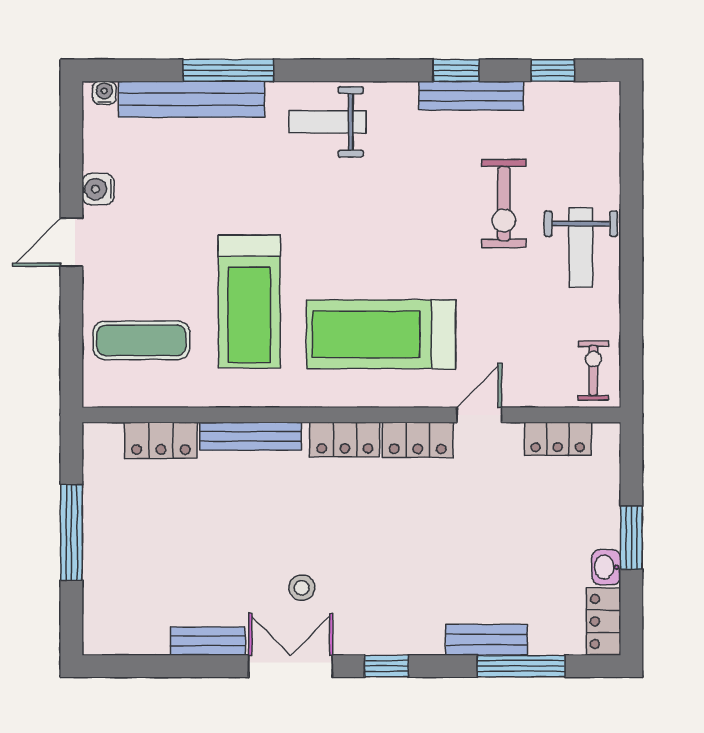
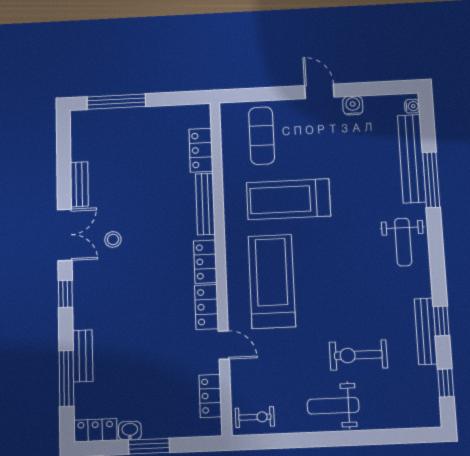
weight bench: (328, 122) -> (403, 242), turned 180
window: (71, 533) -> (116, 102), moved

